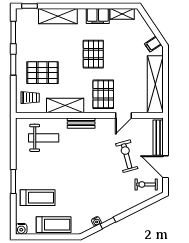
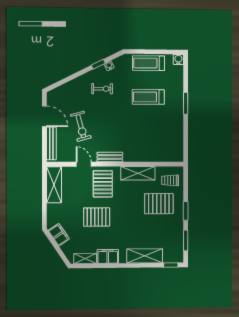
filing cabinet: (153, 44) -> (59, 235), width x2.00
pallet: (93, 54) -> (97, 217), moved, turned 90
shelving: (155, 84) -> (54, 185), width x0.68
door: (124, 115) -> (84, 164), hinge flipped
bench: (81, 123) -> (110, 157), moved
weight bench: (44, 138) -> (158, 143), removed
exercise bike: (146, 184) -> (102, 89), moved
treadmill: (38, 198) -> (148, 97), moved

